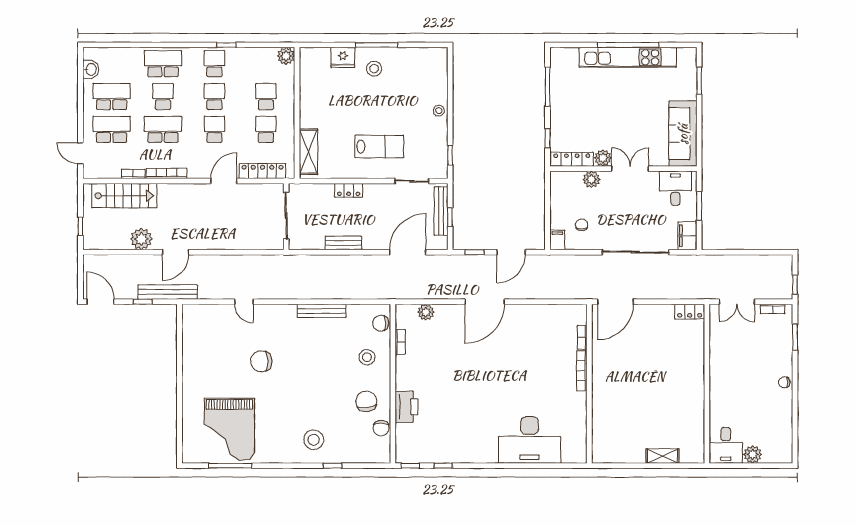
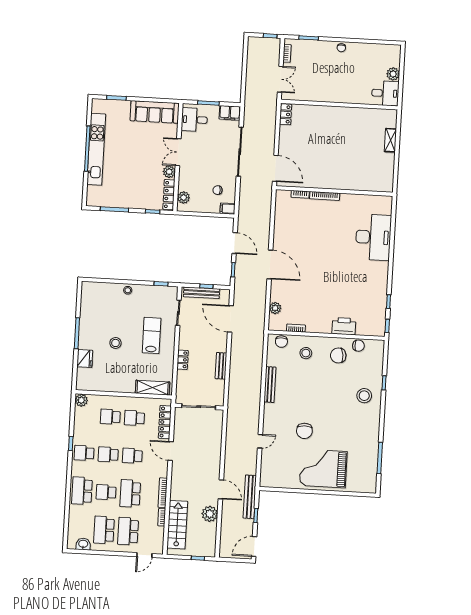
stool: (374, 69) -> (115, 343), moved
plant: (591, 179) -> (184, 198), moved
grand piano: (229, 429) -> (323, 469), moved, turned 180

